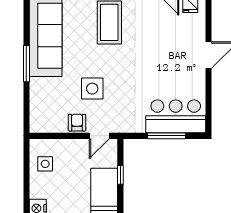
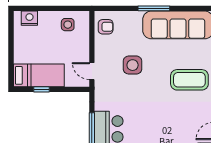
armchair: (77, 123) -> (106, 27), moved
window: (120, 175) -> (41, 89), moved

